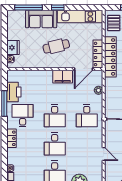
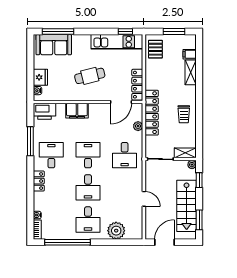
window: (58, 8) -> (125, 32), moved
sofa: (41, 19) -> (54, 45), moved
locker: (110, 57) -> (152, 113), moved
filing cabinet: (63, 77) -> (77, 111), moved
printer: (14, 92) -> (44, 111), moved, turned 90
desk: (55, 116) -> (88, 155), turned 180

